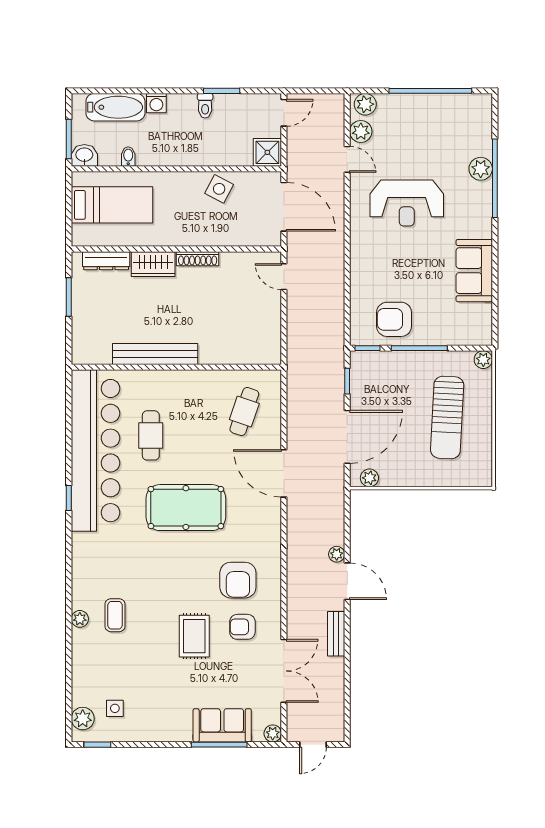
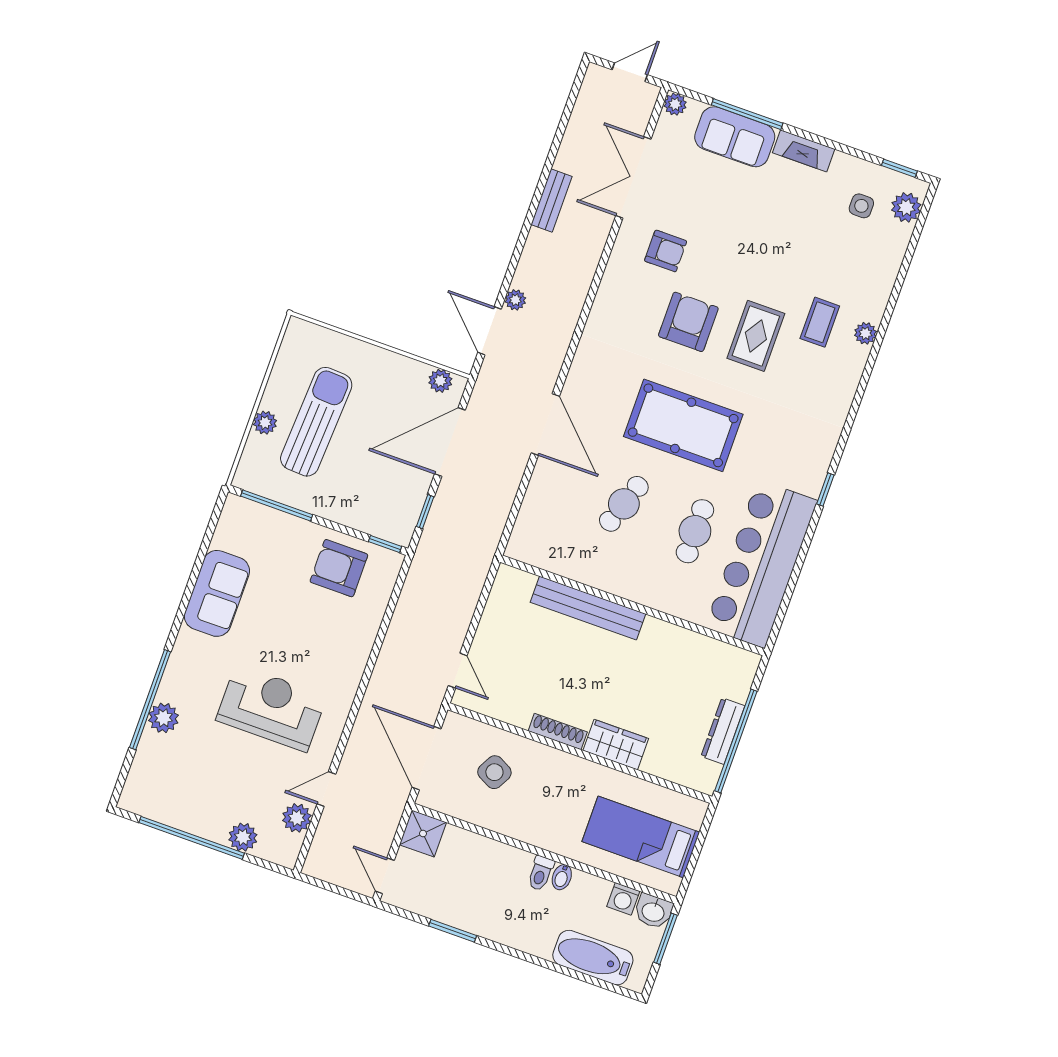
washing machine: (156, 103) -> (623, 899), moved, turned 180
plant: (365, 104) -> (243, 837), moved
toilet: (205, 106) -> (541, 873), moved, turned 180
door: (284, 113) -> (385, 876), hinge flipped
bidet: (128, 156) -> (562, 877), moved
door: (347, 159) -> (326, 789), hinge flipped
side table: (219, 189) -> (494, 772), moved
dresser: (106, 261) -> (723, 731), moved, turned -90
window: (69, 297) -> (736, 741), width x2.11
armchair: (394, 319) -> (339, 568), turned 180
window: (419, 348) -> (277, 505), moved
bench: (155, 354) -> (588, 608), moved
plant: (483, 360) -> (265, 423), moved
cafe table: (244, 412) -> (624, 504), moved
bar counter: (96, 451) -> (761, 564), width x0.73
armchair: (238, 580) -> (688, 322), moved
door: (347, 581) -> (489, 331), moved
rug: (194, 636) -> (756, 336), moved
fireplace: (170, 733) -> (804, 151), added

